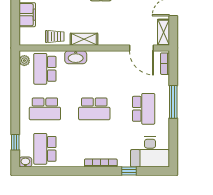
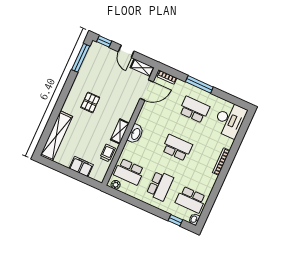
washbasin: (76, 57) -> (135, 134), moved
school desk: (94, 109) -> (177, 148), turned -90
window: (129, 171) -> (237, 143), removed

